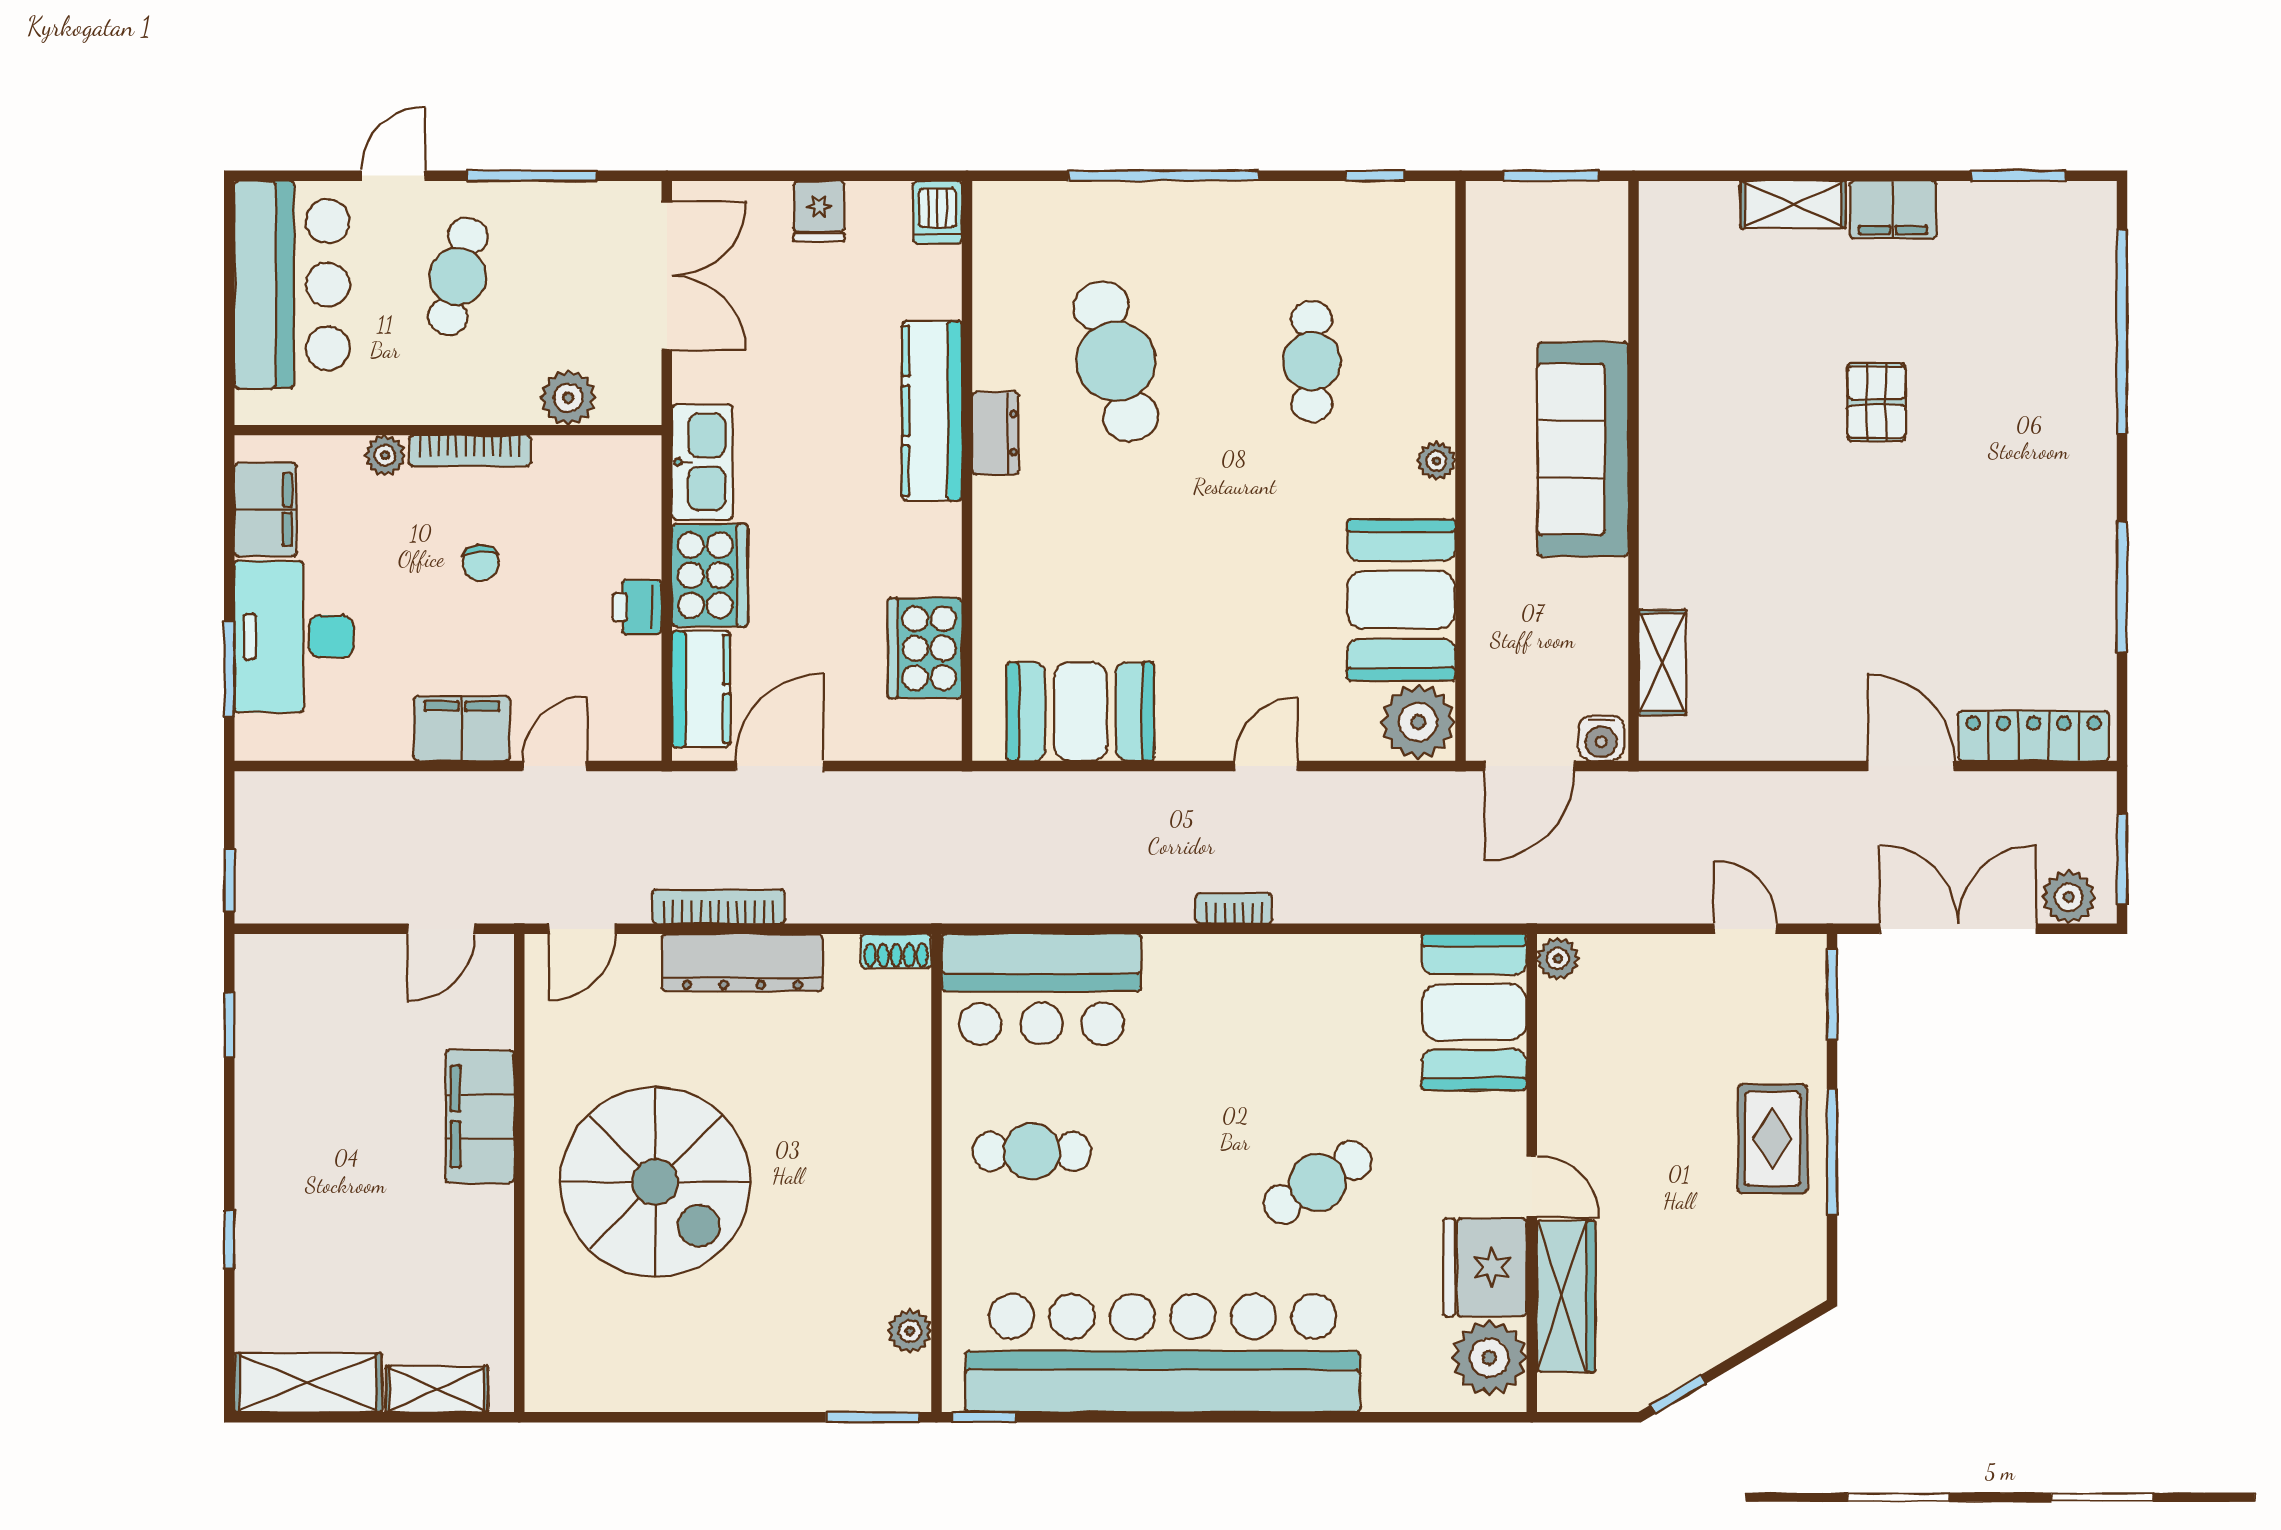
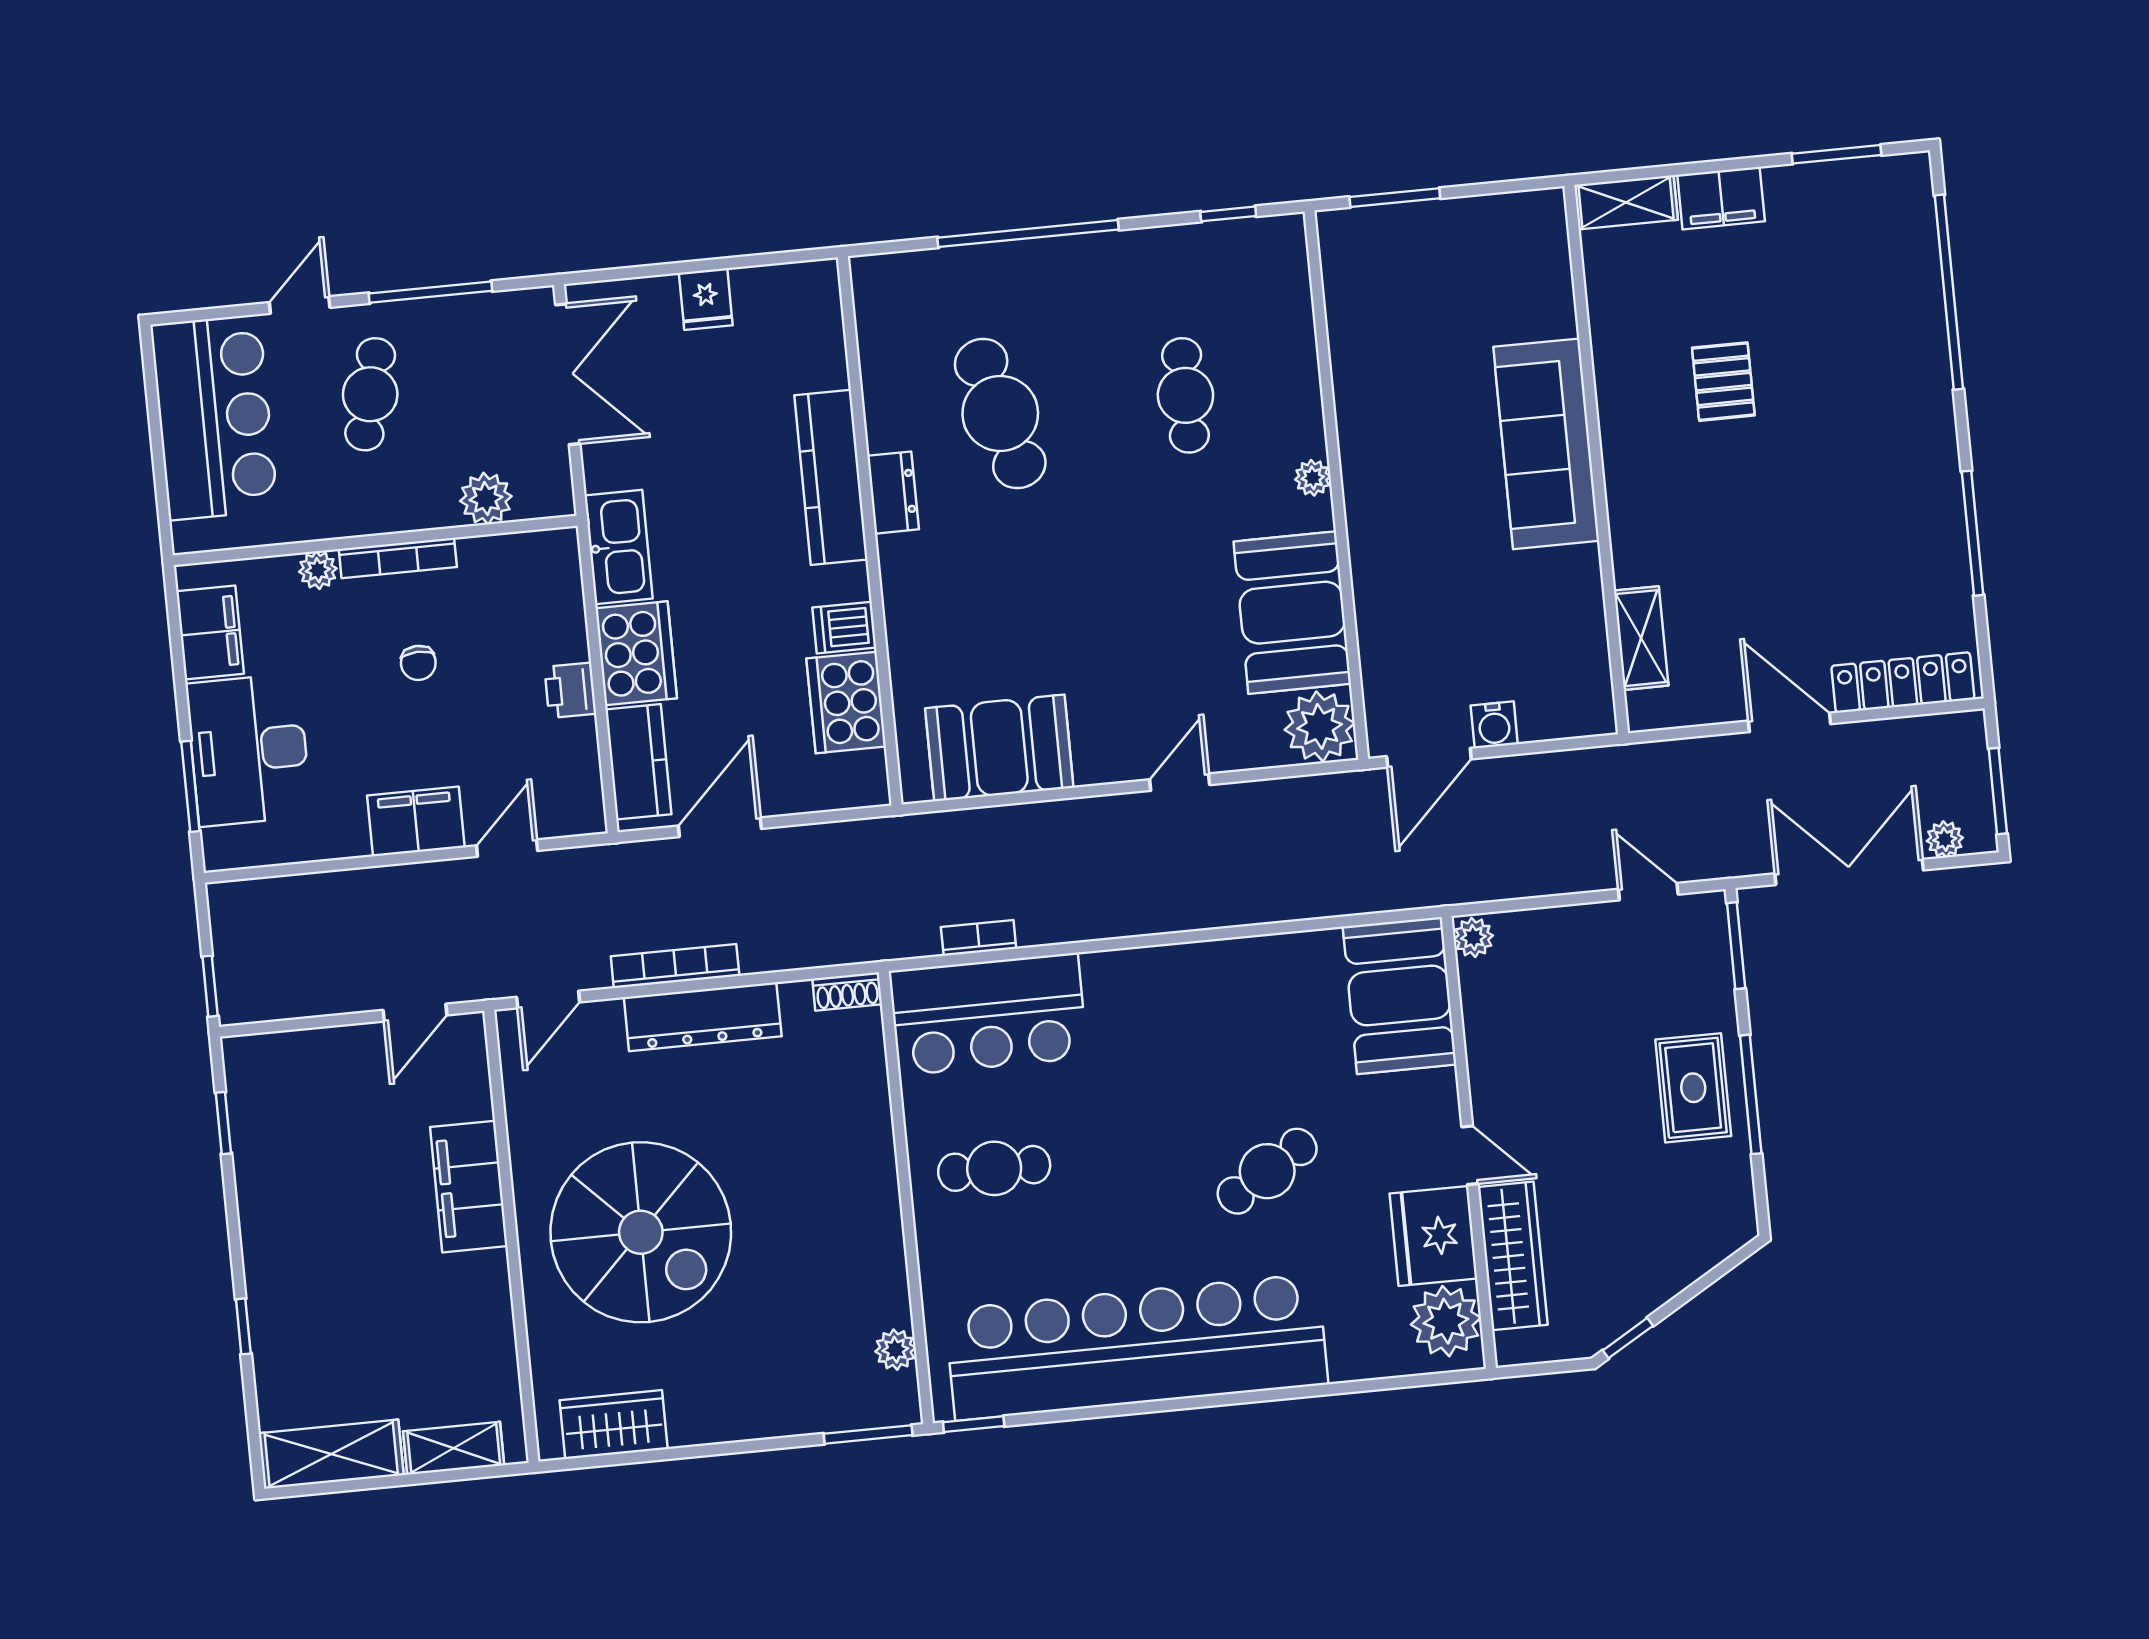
dishwasher: (938, 212) -> (844, 628), moved, turned 90
sofa: (1583, 449) -> (1546, 444), moved
wall: (1634, 471) -> (1596, 460), moved
shelving: (1662, 662) -> (1641, 638), moved
plant: (2069, 897) -> (1945, 839), width x0.73, depth x0.73
bookcase: (1234, 908) -> (979, 938), moved
wardrobe: (607, 1381) -> (614, 1425), added

